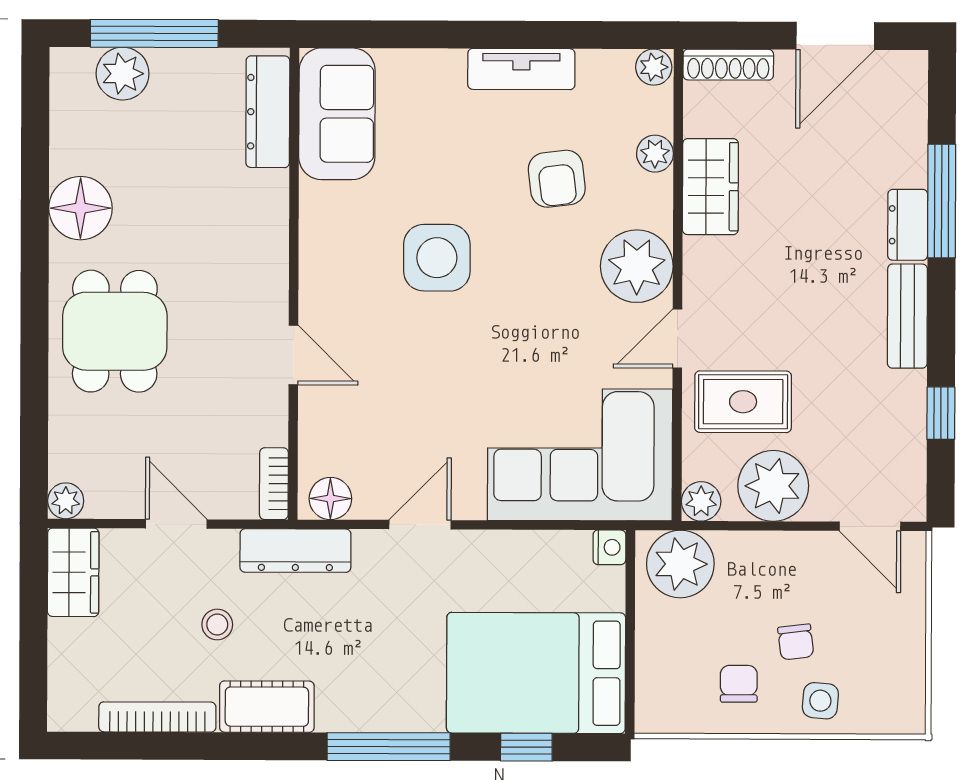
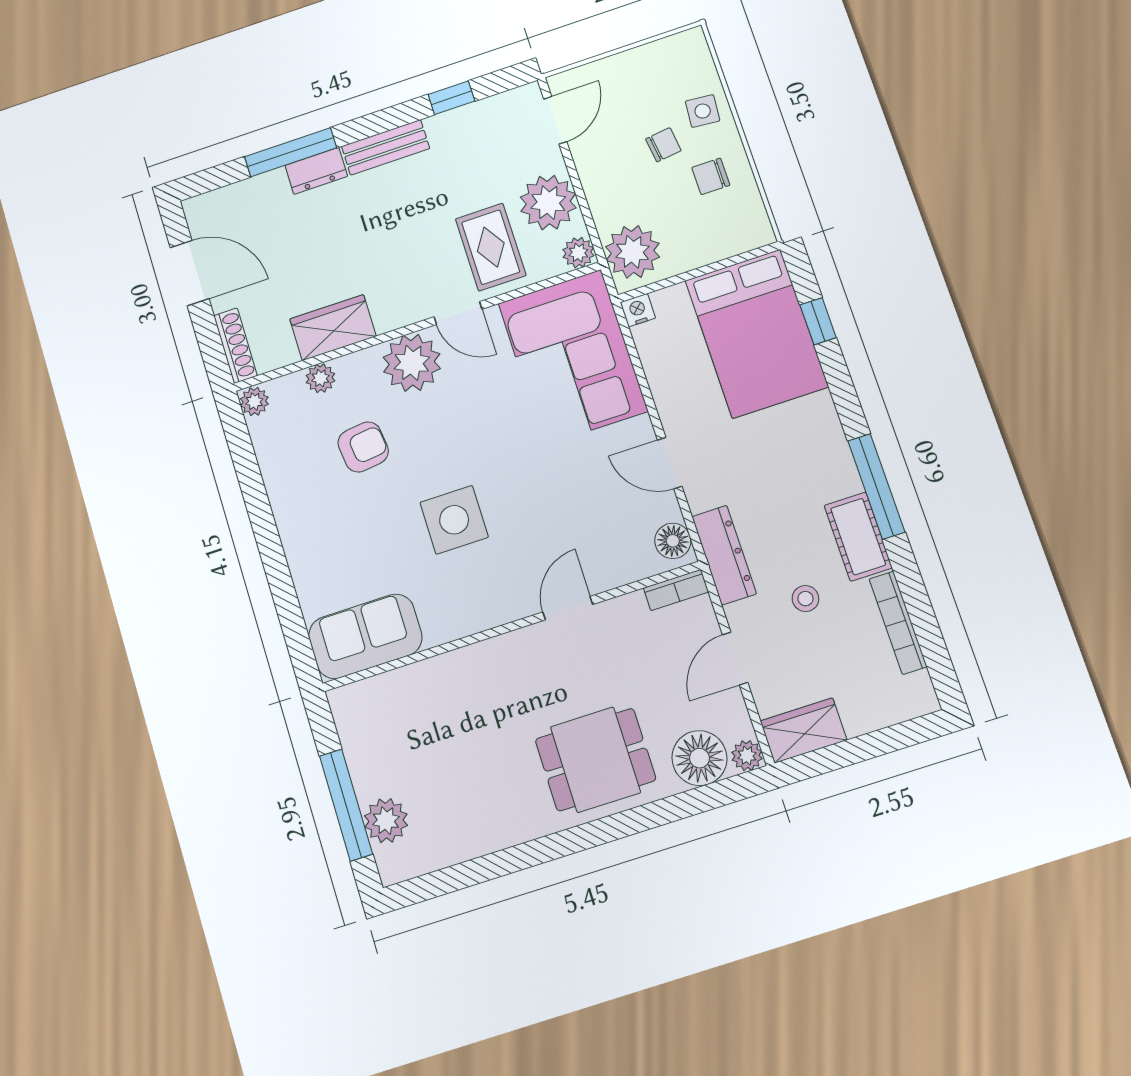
tv unit: (521, 69) -> (286, 503), removed
dresser: (268, 112) -> (381, 692), removed
floor lamp: (80, 208) -> (699, 758), moved
window: (389, 747) -> (876, 486), moved

